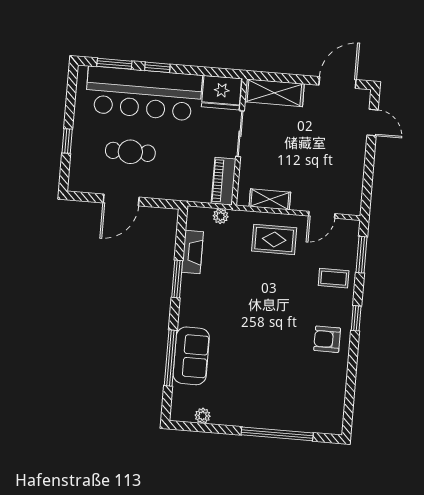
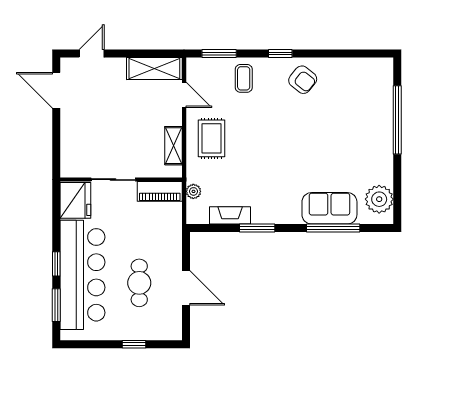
shelving: (274, 93) -> (154, 69), moved, turned 90
armchair: (327, 339) -> (303, 80), turned -51
plant: (203, 416) -> (379, 199), width x1.88, depth x1.88

